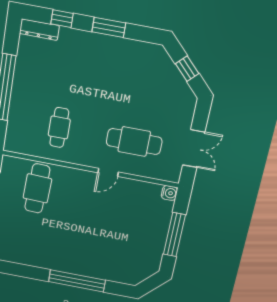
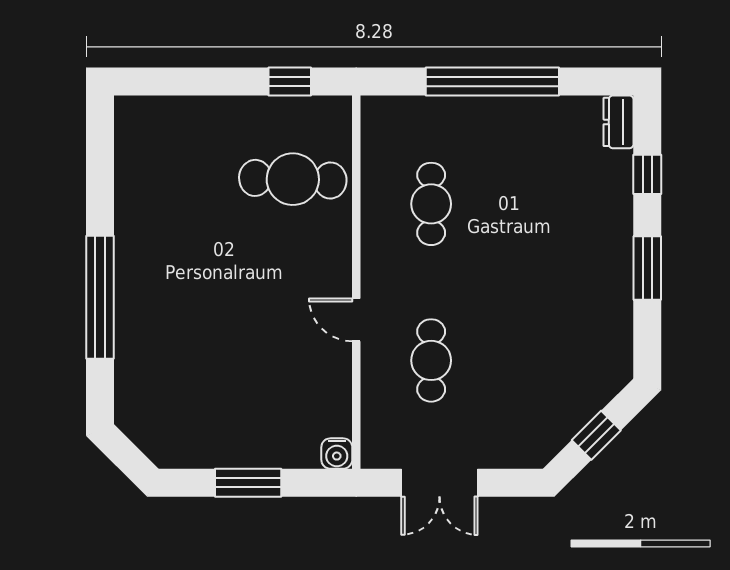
dresser: (39, 30) -> (618, 122), width x0.70
cafe table: (59, 127) -> (431, 204), turned 90
cafe table: (134, 142) -> (431, 360), width x0.73, depth x0.74
window: (174, 235) -> (248, 483), width x0.69

